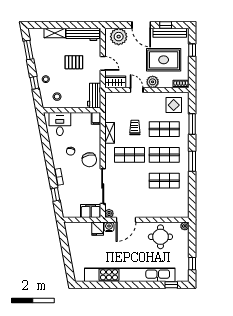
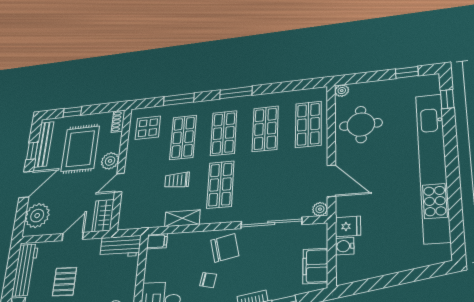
shop shelf: (164, 206) -> (308, 124), added
filing cabinet: (91, 211) -> (315, 266), moved
water cooler: (109, 227) -> (345, 246), moved

